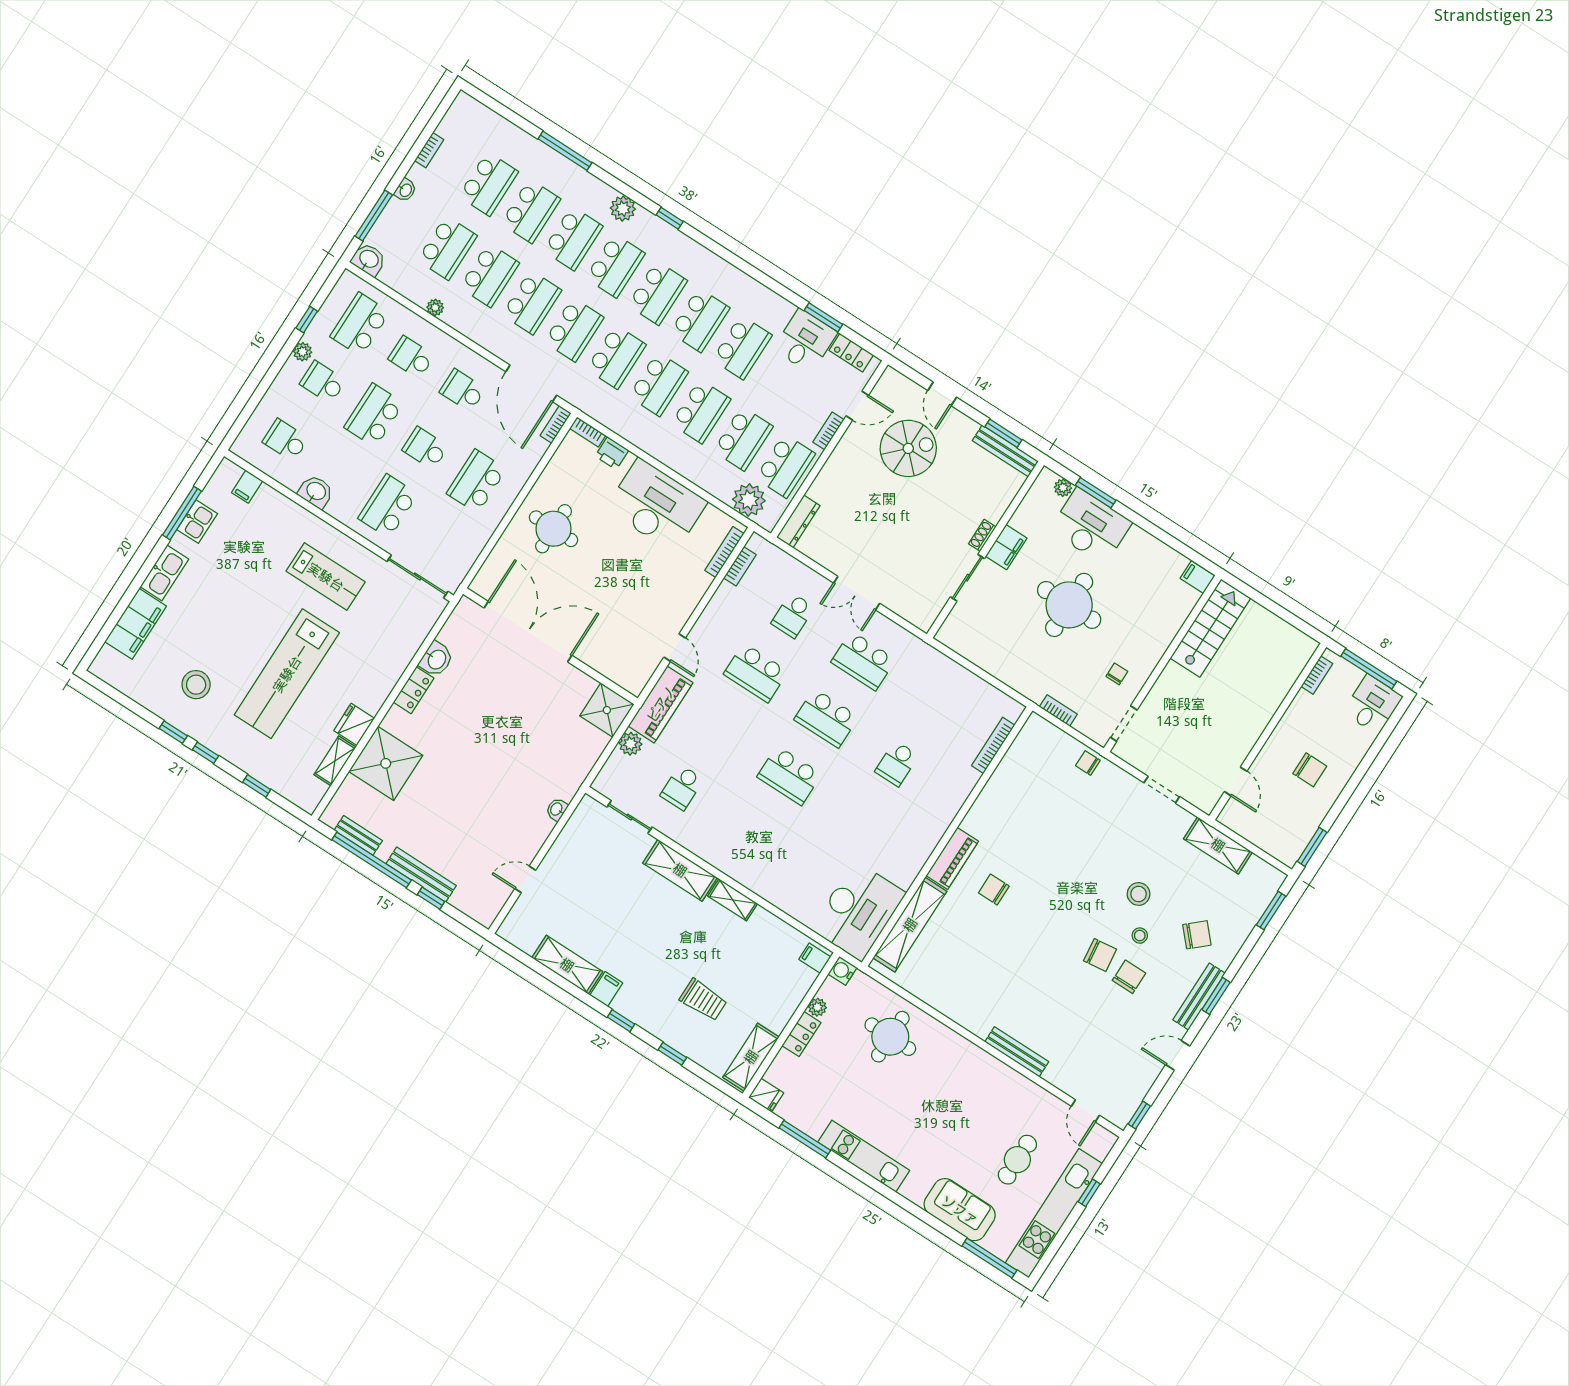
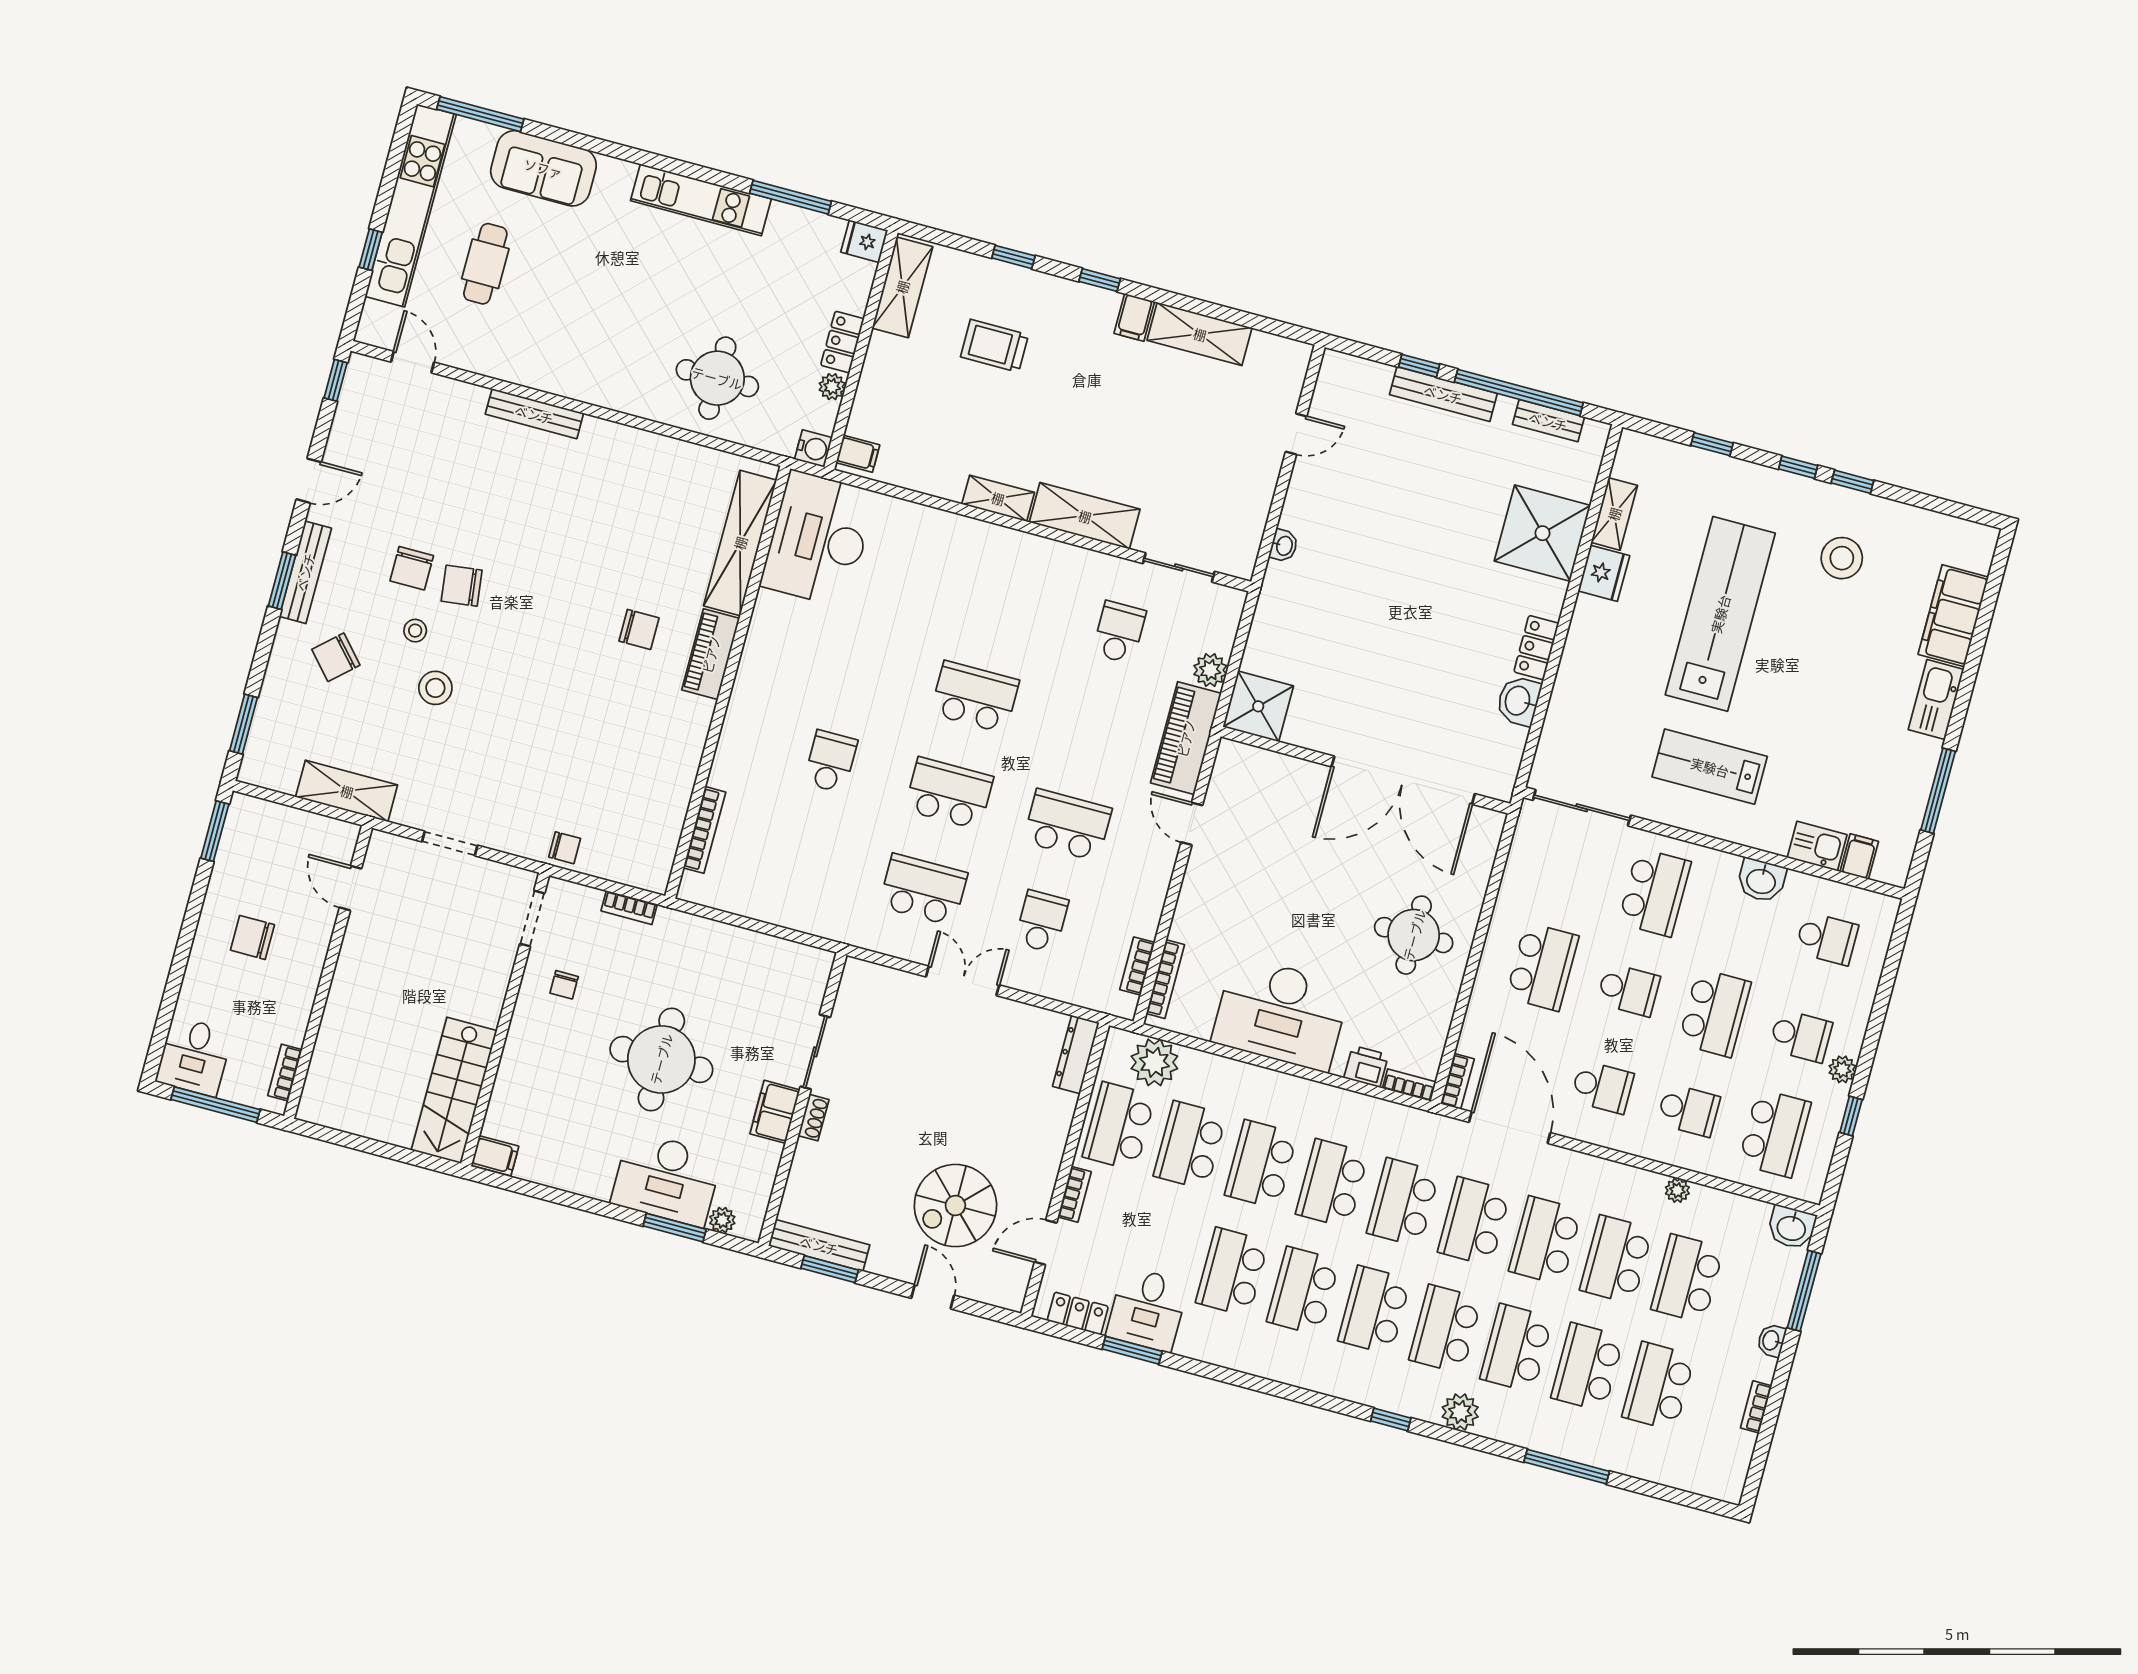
kitchen sink: (197, 522) -> (1817, 846), moved, turned 90

